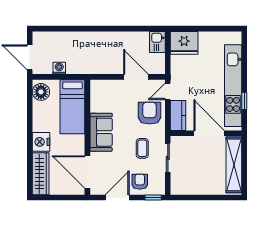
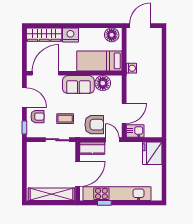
kitchen sink: (157, 42) -> (135, 131), moved
washing machine: (59, 68) -> (131, 68), moved
floor lamp: (99, 103) -> (103, 83), added

